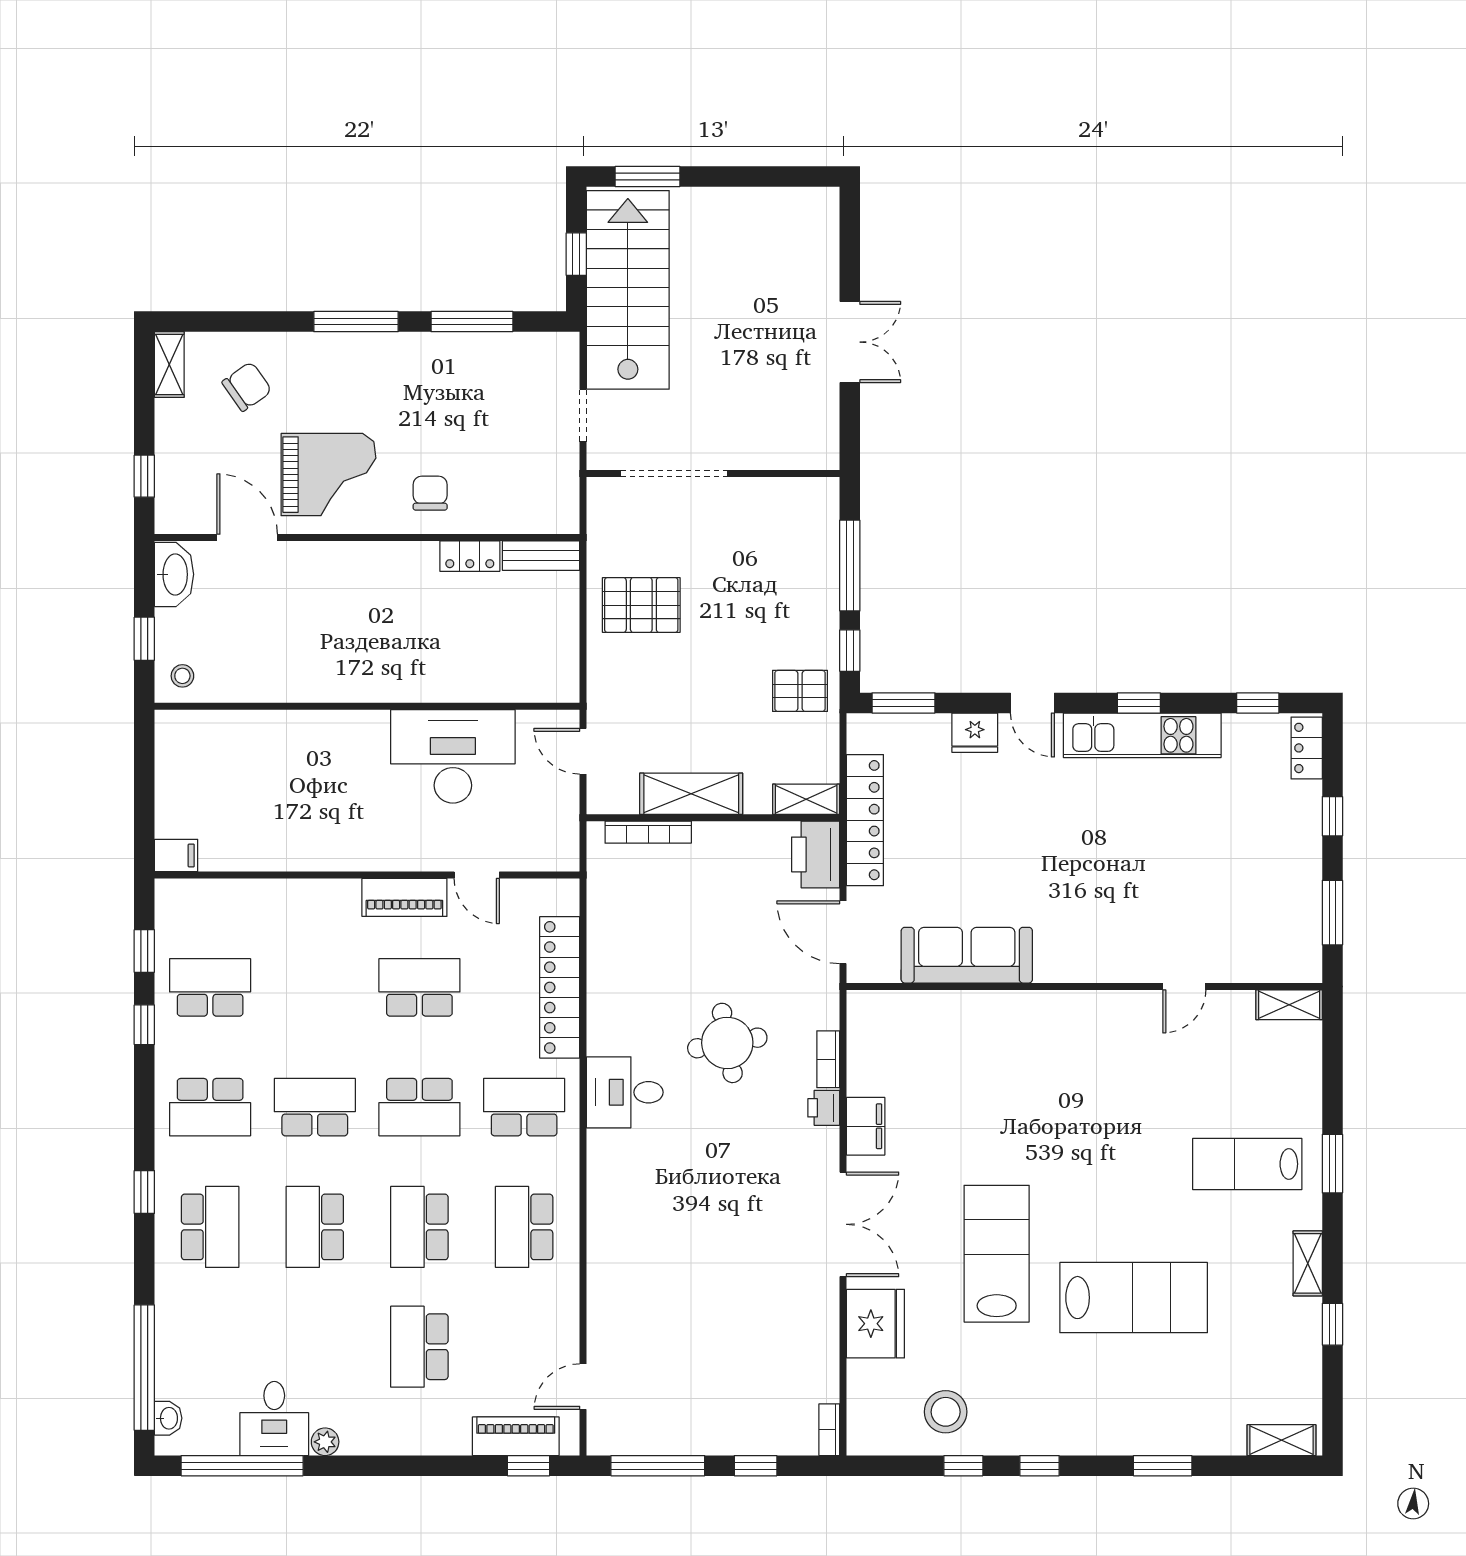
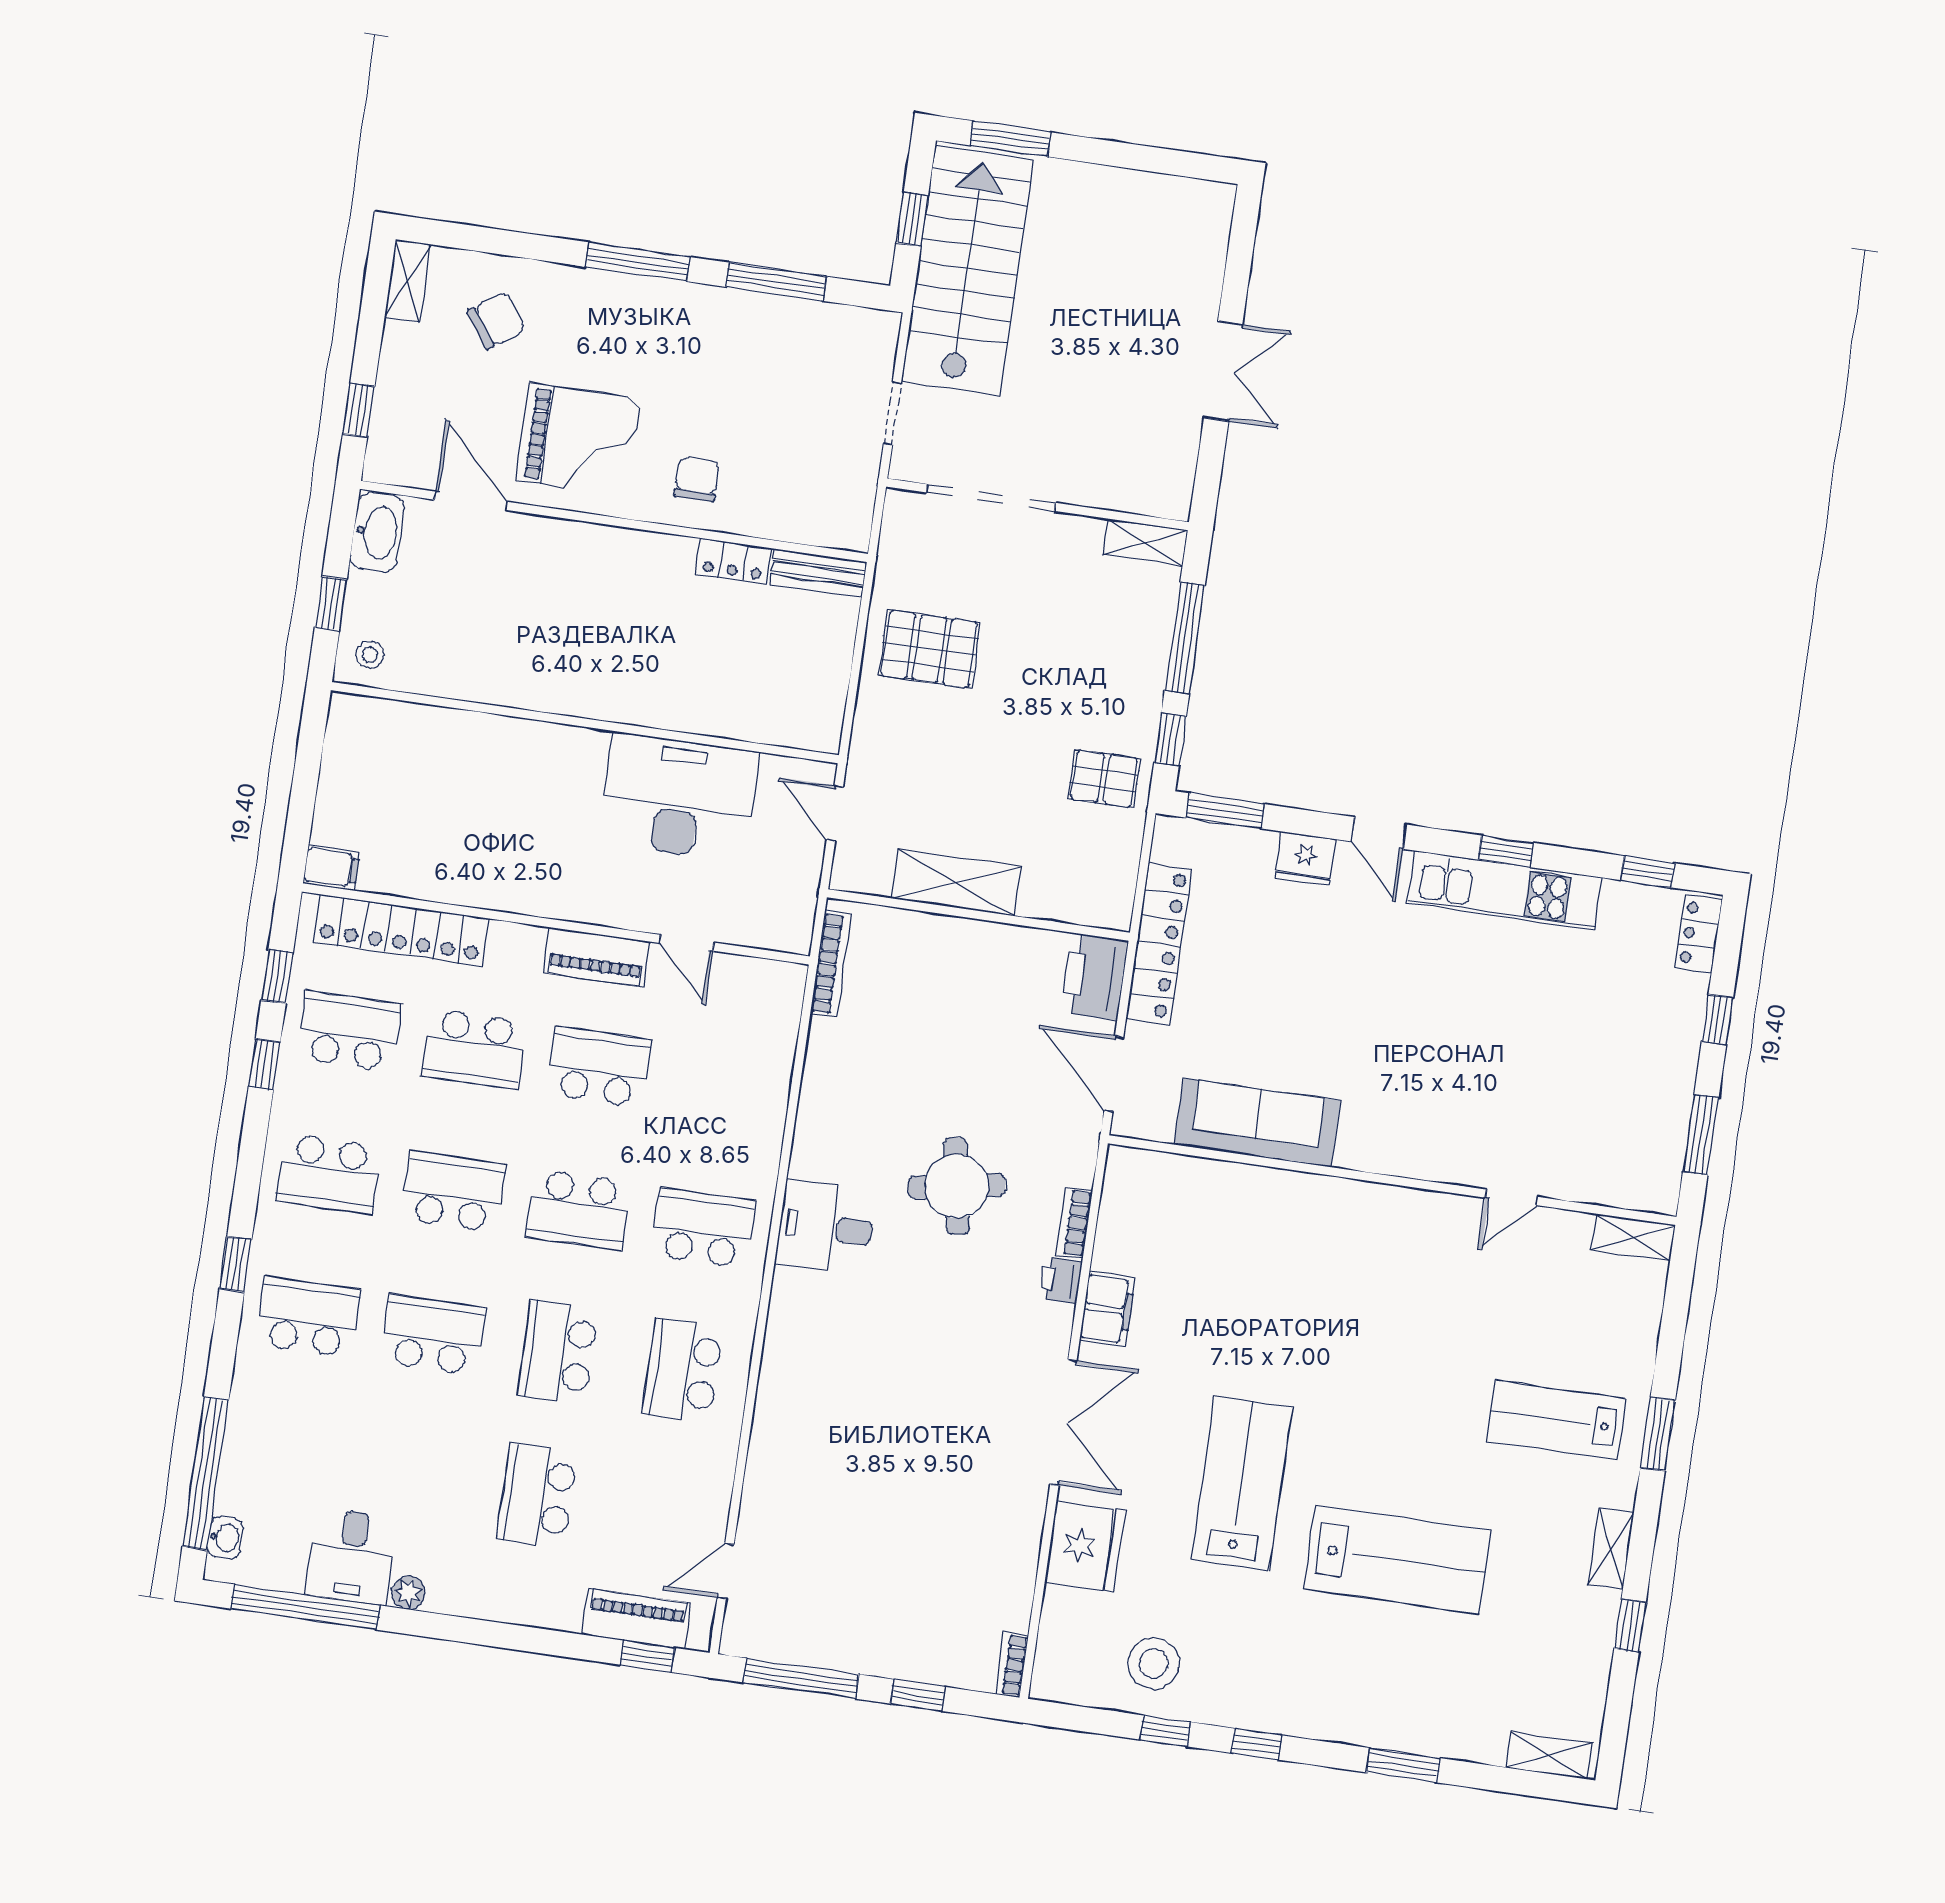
shelving: (806, 799) -> (1145, 542), moved
bookcase: (648, 832) -> (831, 964), moved, turned -90
school desk: (315, 987) -> (474, 1049), added
locker: (560, 987) -> (401, 930), moved, turned -90
school desk: (210, 1227) -> (308, 1317), turned -90
school desk: (315, 1227) -> (433, 1335), turned 90

